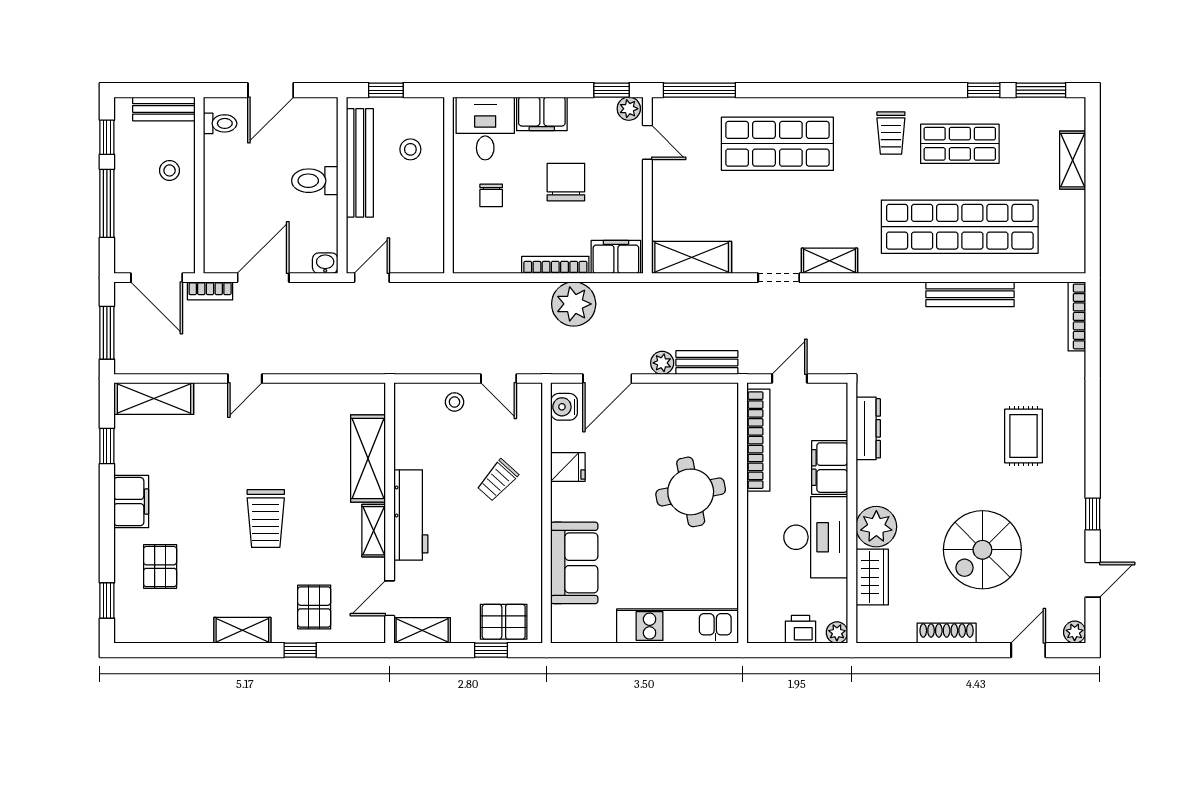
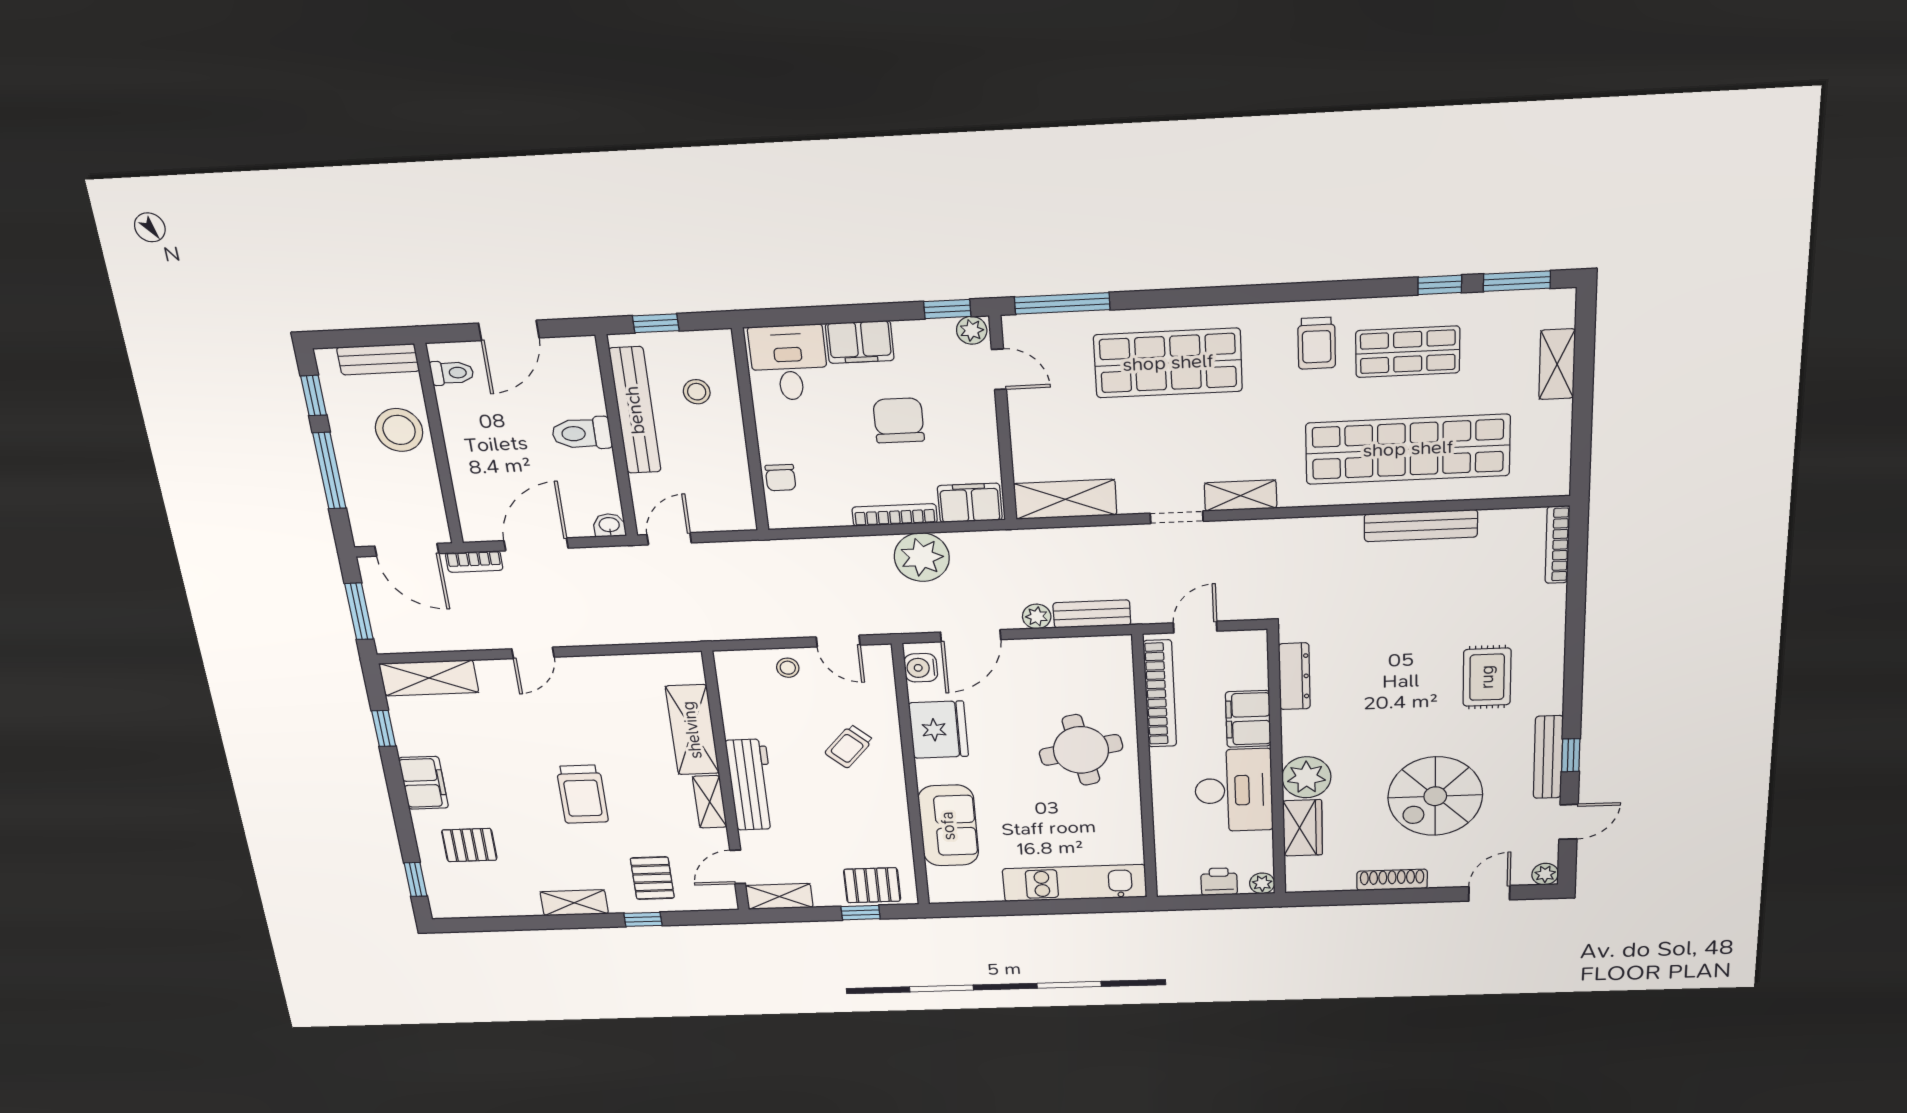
stool: (170, 170) -> (399, 430), width x1.89, depth x1.89
chair: (491, 195) -> (780, 478), moved
fridge: (568, 467) -> (938, 730), width x1.88, depth x1.34
bench: (1074, 515) -> (1548, 757), added
pallet: (160, 567) -> (469, 845), turned 90

